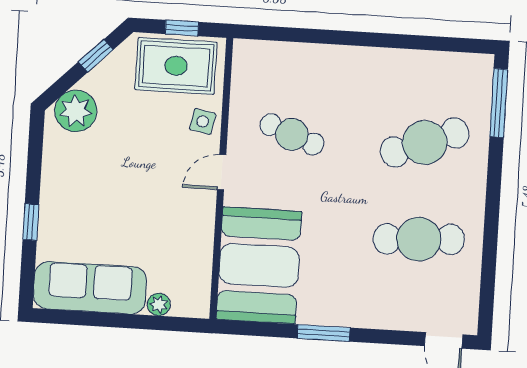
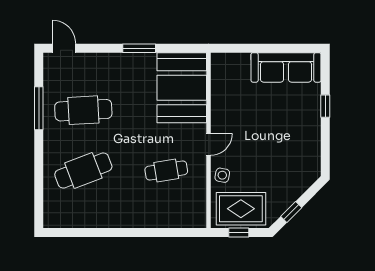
window: (499, 103) -> (39, 108), moved
plant: (76, 111) -> (302, 177), removed
cafe table: (292, 134) -> (166, 171), turned -30
plant: (159, 304) -> (243, 60), removed

